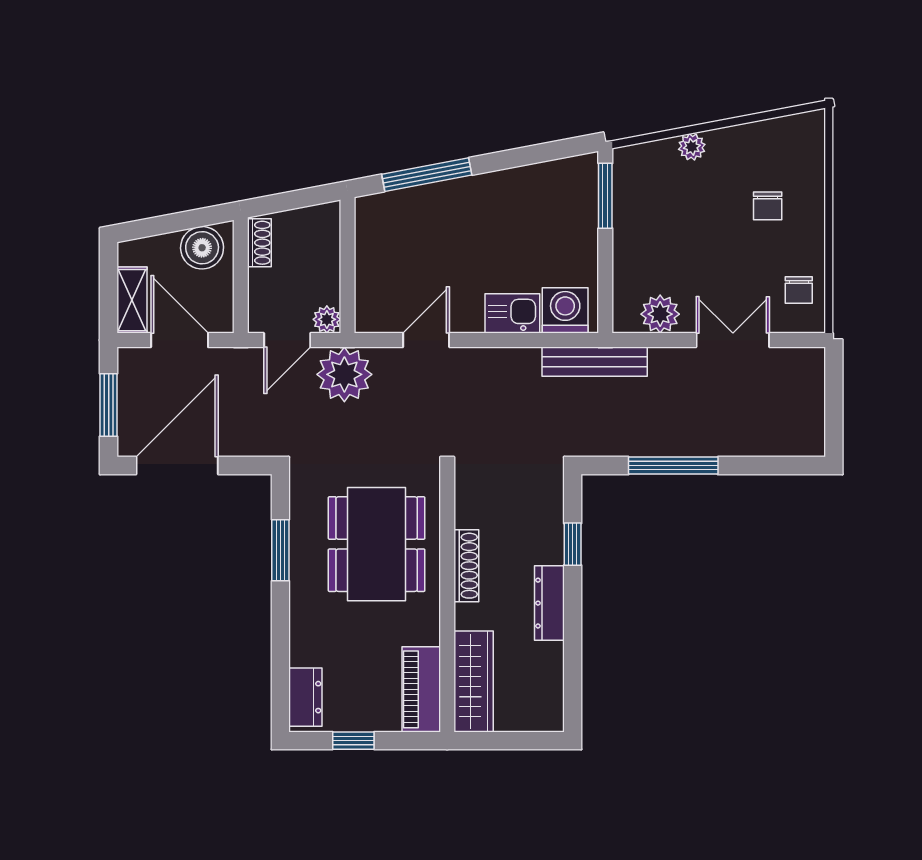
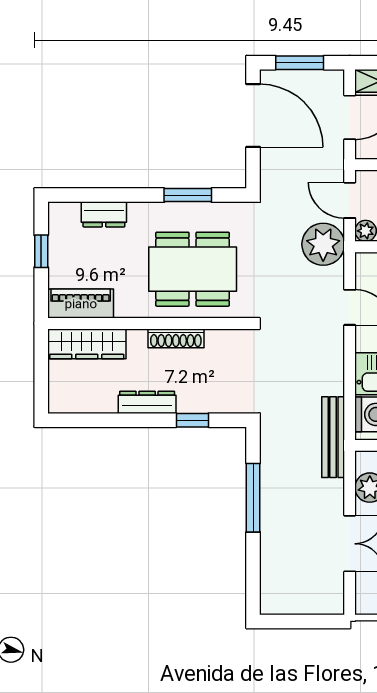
dresser: (305, 697) -> (104, 214), moved

